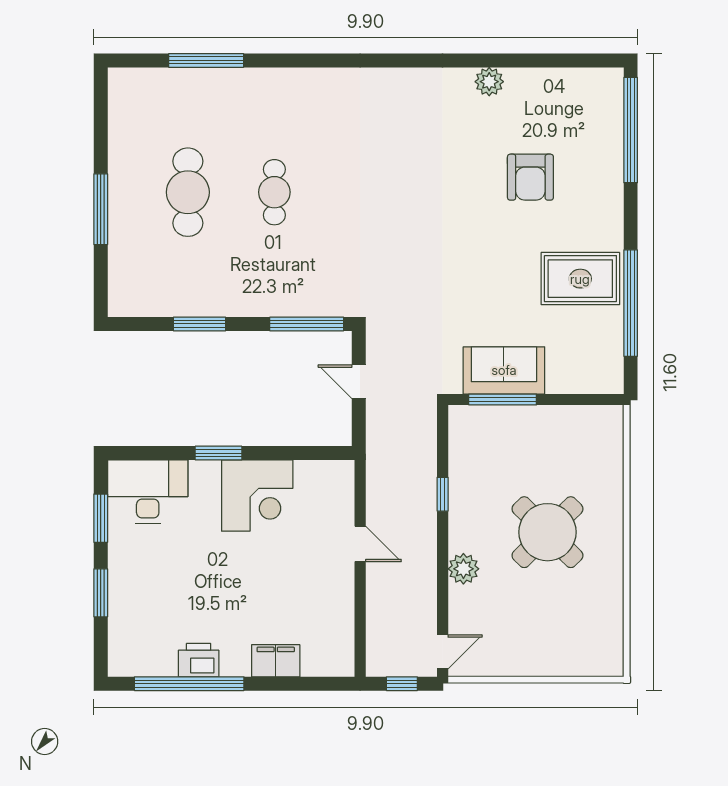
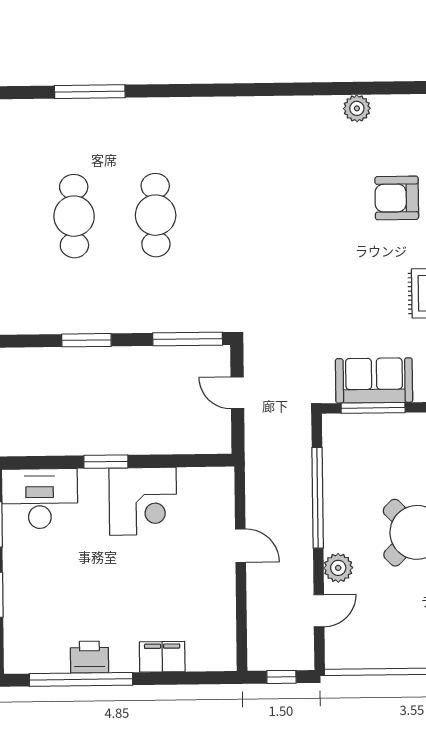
armchair: (530, 177) -> (397, 198), turned 90
cafe table: (274, 192) -> (156, 215), width x1.37, depth x1.35
window: (443, 494) -> (318, 498), width x3.17
door: (443, 652) -> (319, 611), moved

